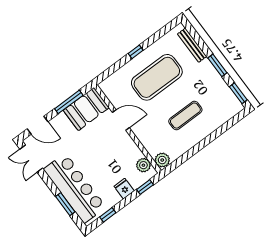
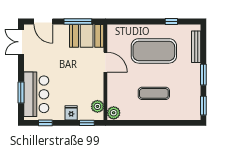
window: (136, 52) -> (171, 21), moved
bar counter: (75, 188) -> (36, 94), width x0.73

